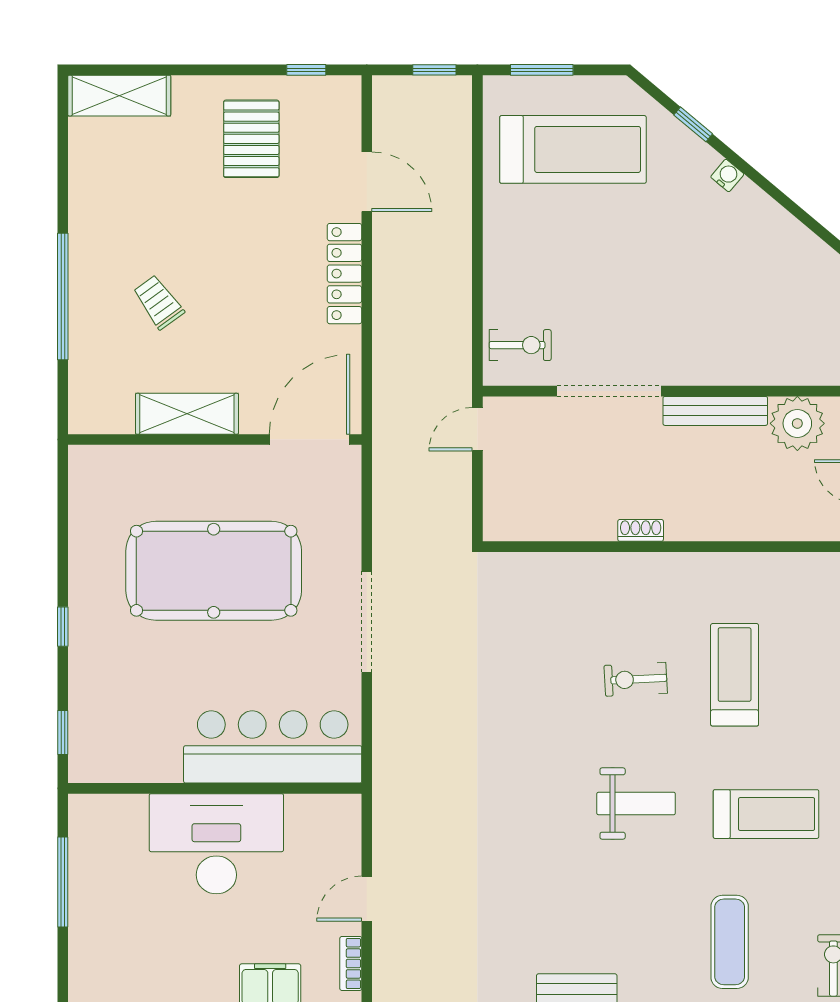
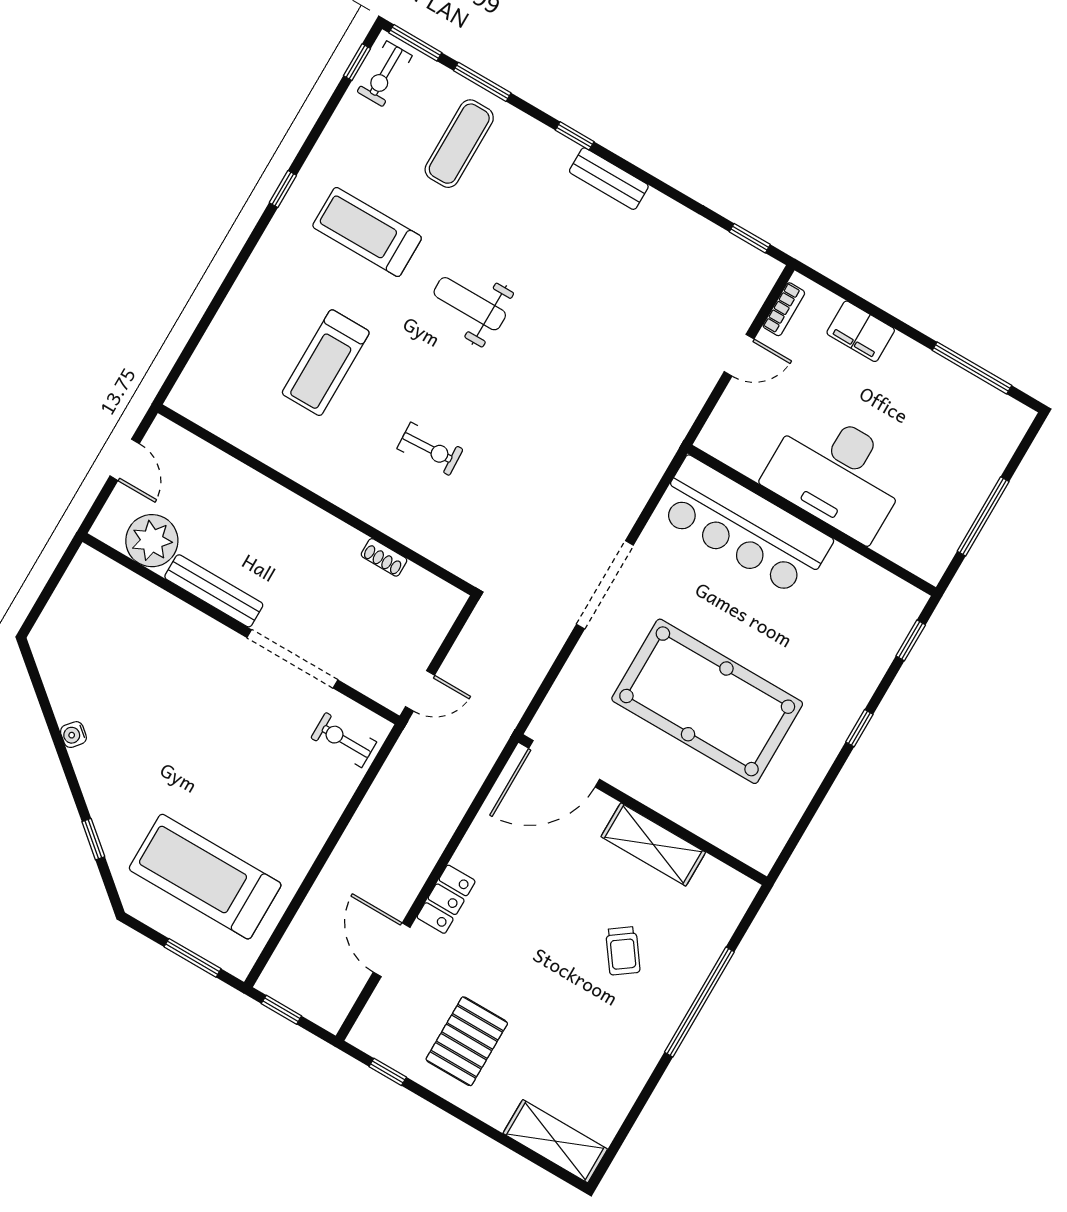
water cooler: (727, 176) -> (73, 735), moved
locker: (344, 274) -> (446, 899), width x0.66
shoe rack: (641, 530) -> (384, 557), moved
exercise bike: (636, 679) -> (430, 449), moved

